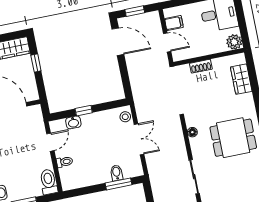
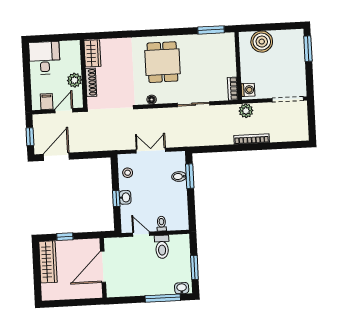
plant: (234, 42) -> (74, 80), moved
shoe rack: (201, 66) -> (91, 82), width x1.43
wardrobe: (241, 79) -> (92, 53), moved, turned -90
stool: (125, 117) -> (128, 173), moved
washbasin: (73, 122) -> (125, 197), moved
toilet: (49, 182) -> (162, 247), moved, turned -90

